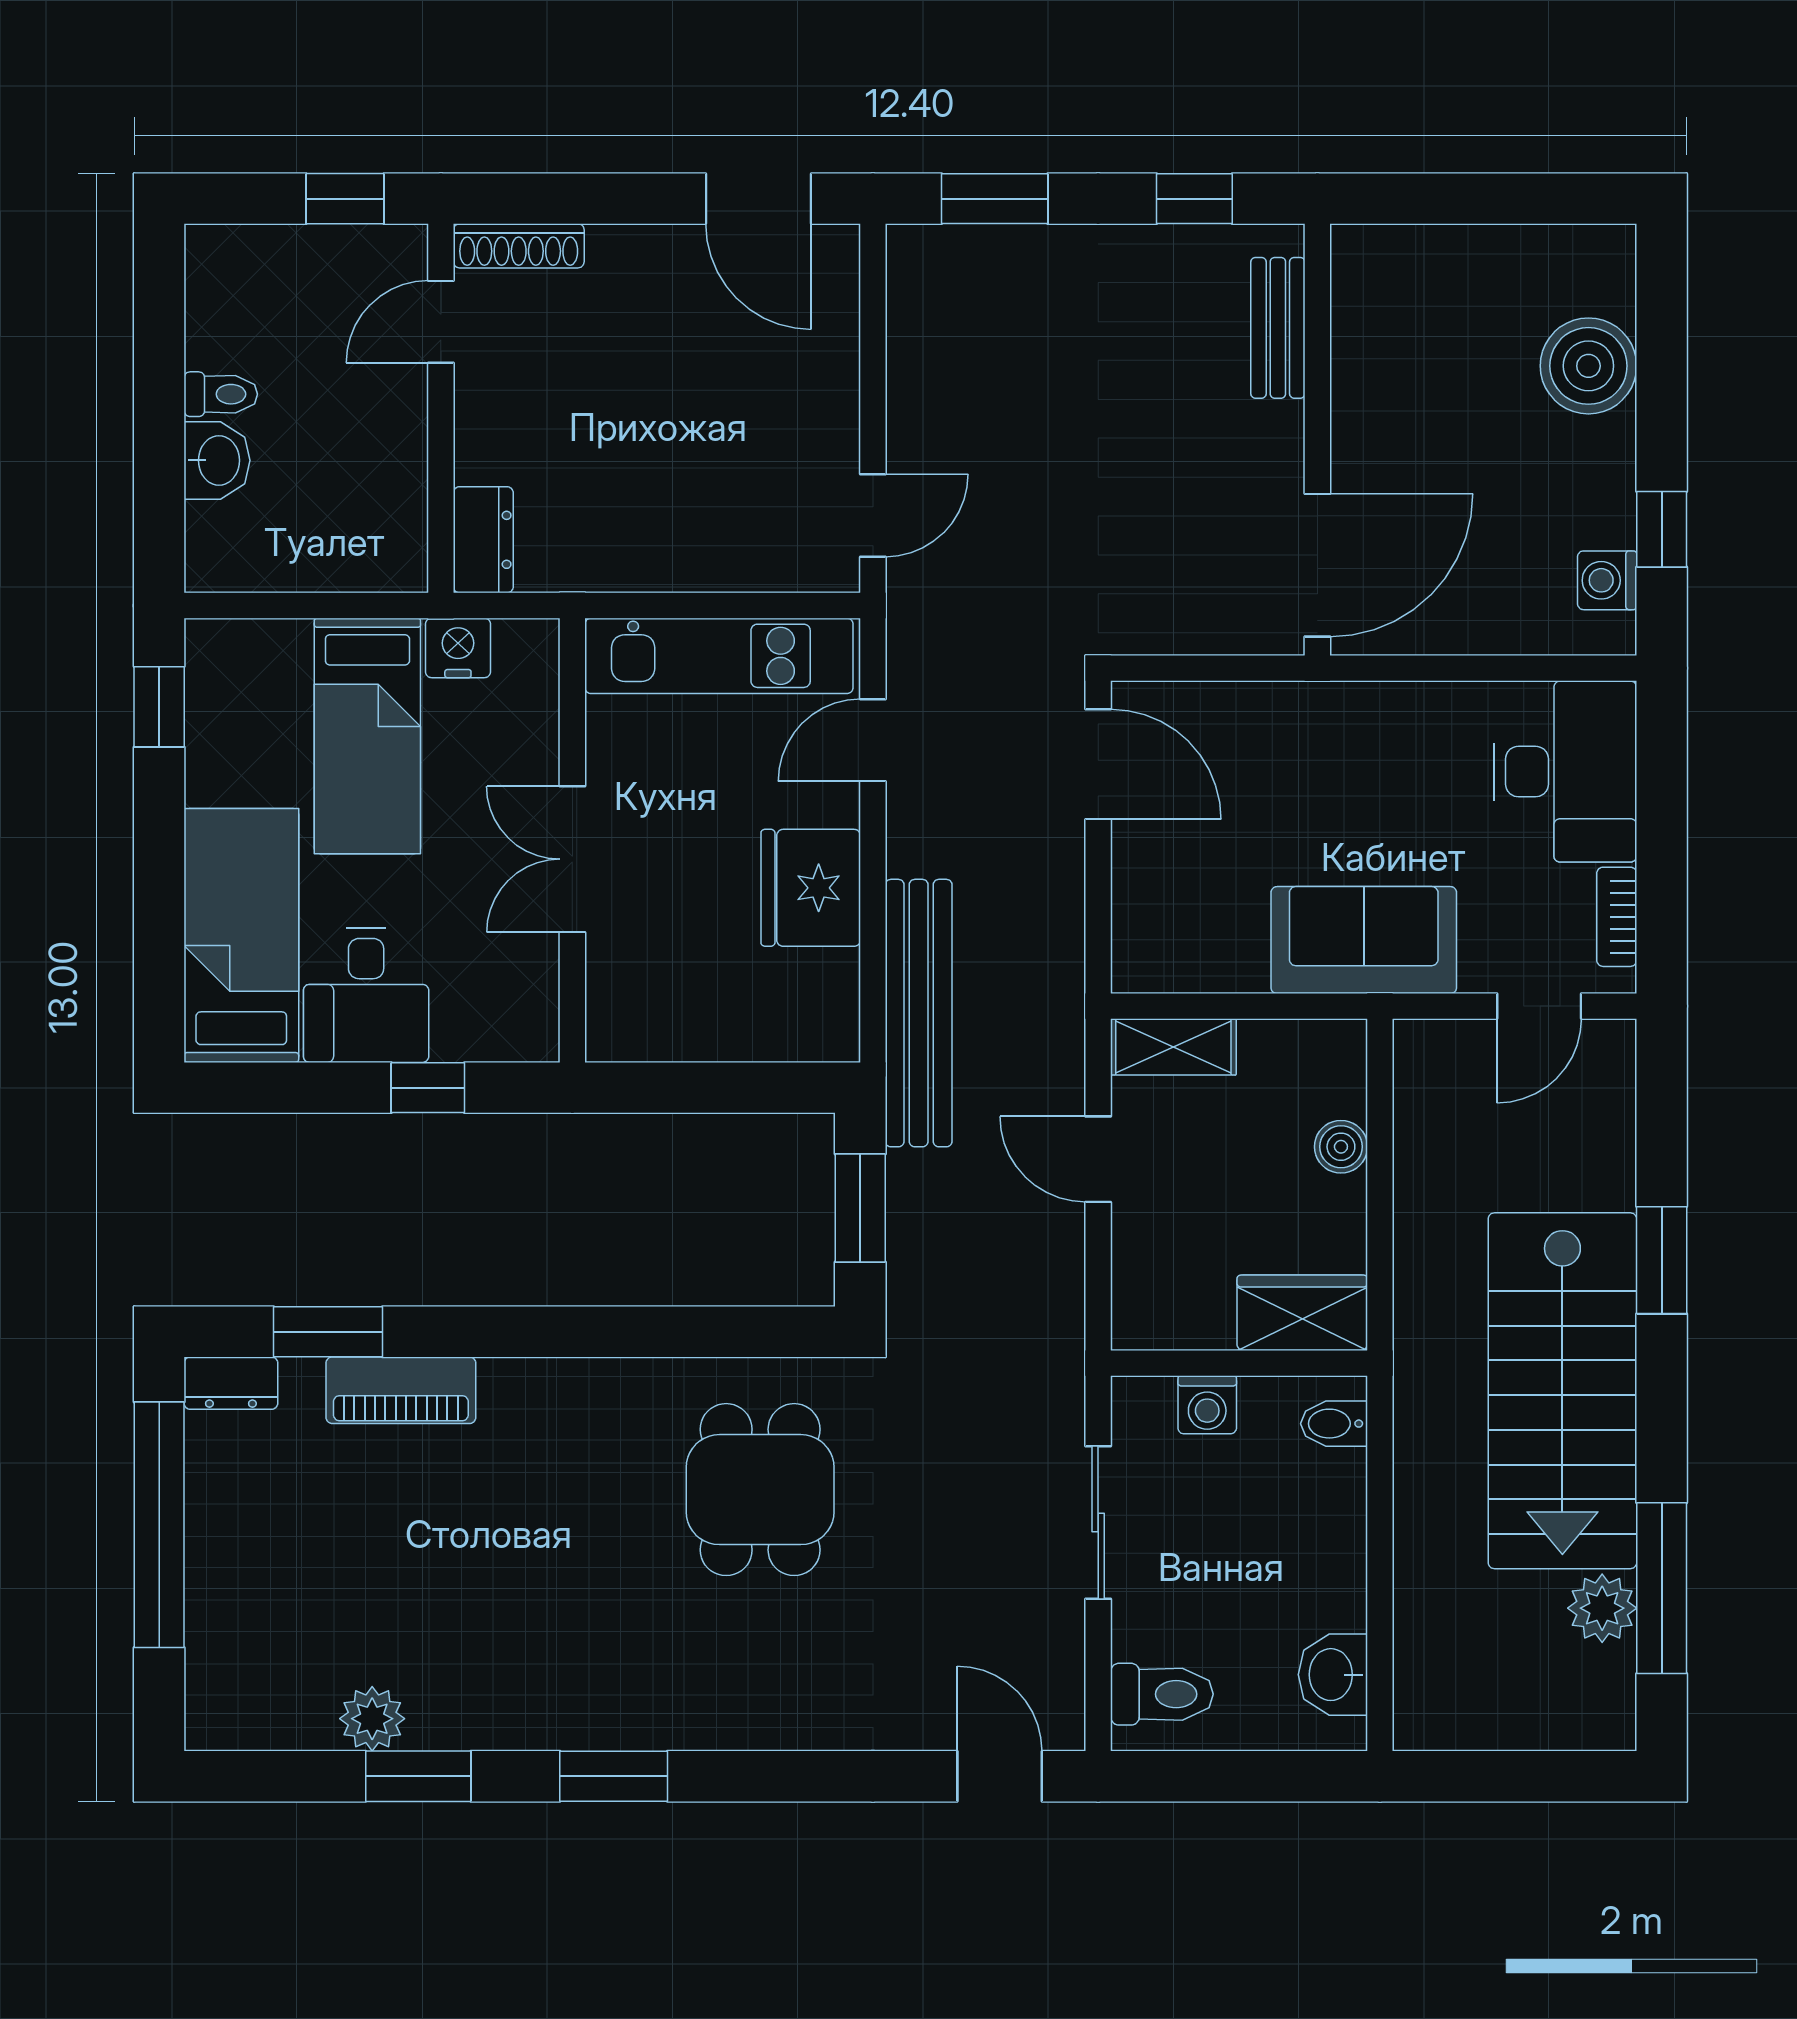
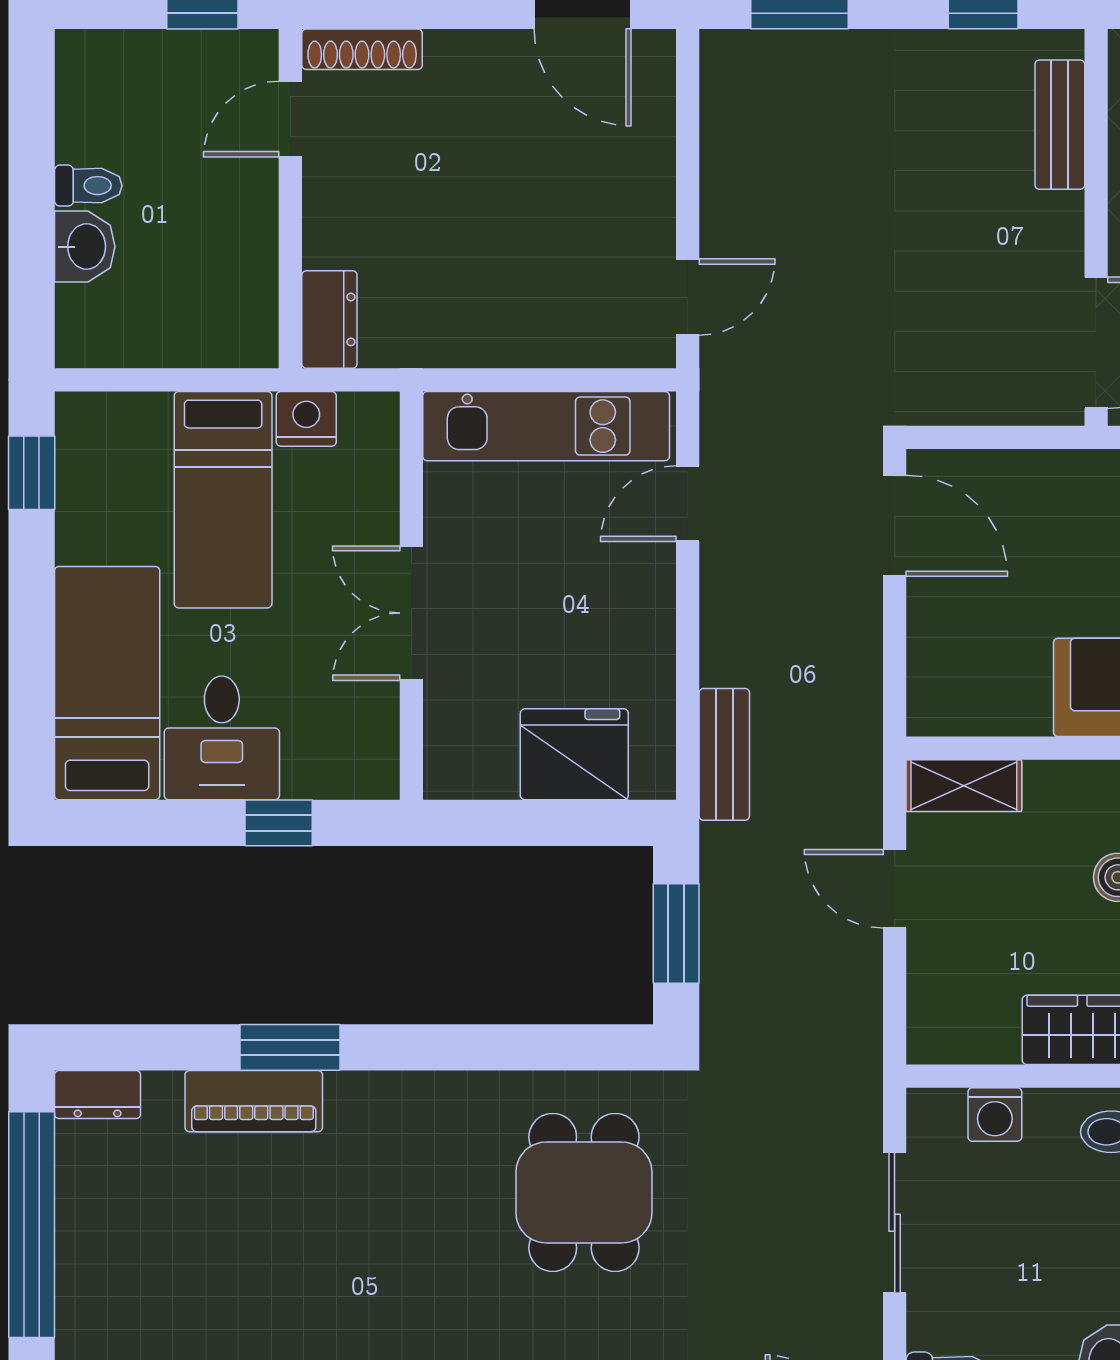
fridge: (811, 888) -> (574, 754), moved, turned 90
bench: (919, 1013) -> (724, 754), width x0.54, depth x0.82
window: (328, 1332) -> (290, 1047), moved

